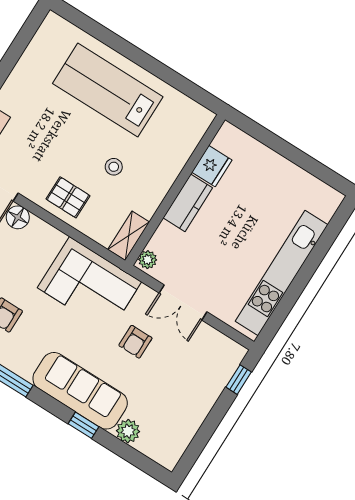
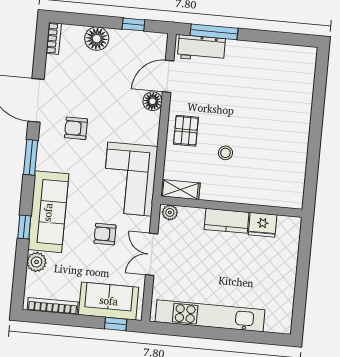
lab bench: (108, 90) -> (280, 120), removed
sofa: (210, 375) -> (109, 301), added
bookcase: (185, 438) -> (53, 306), added

